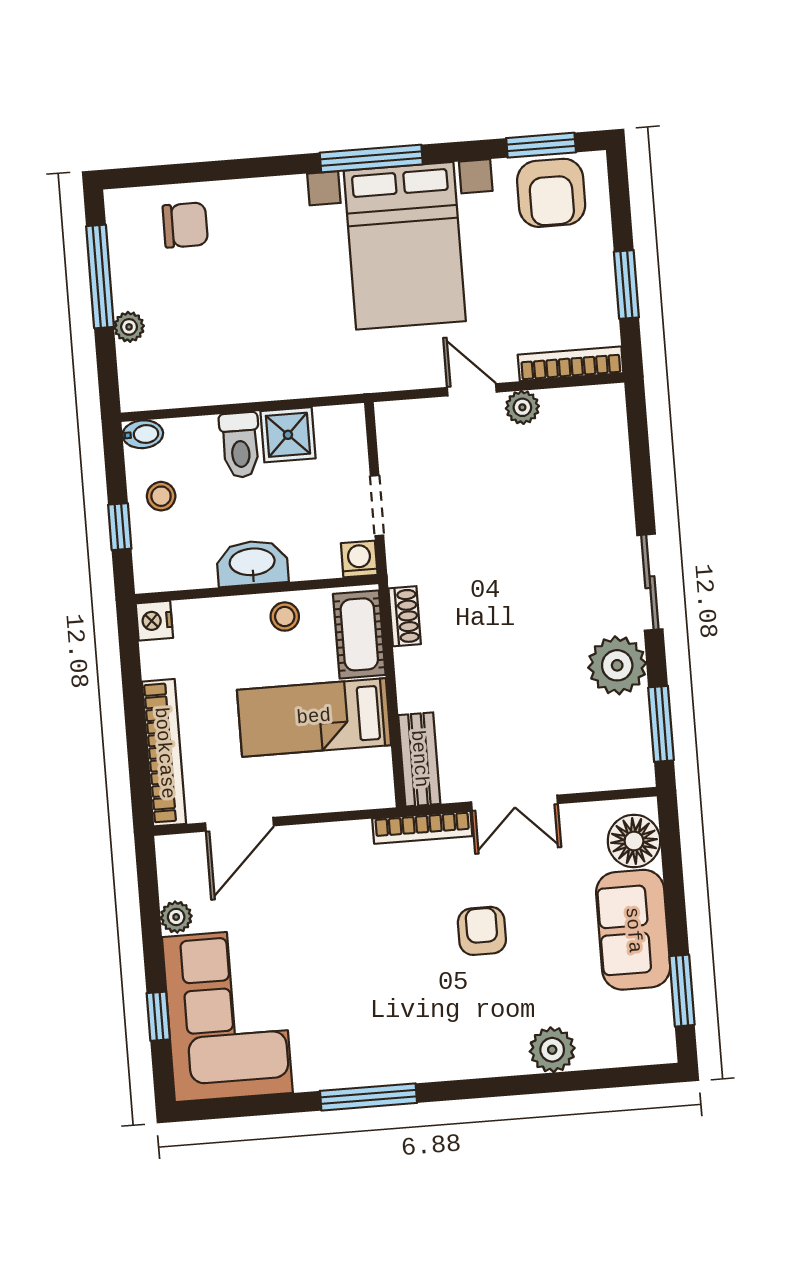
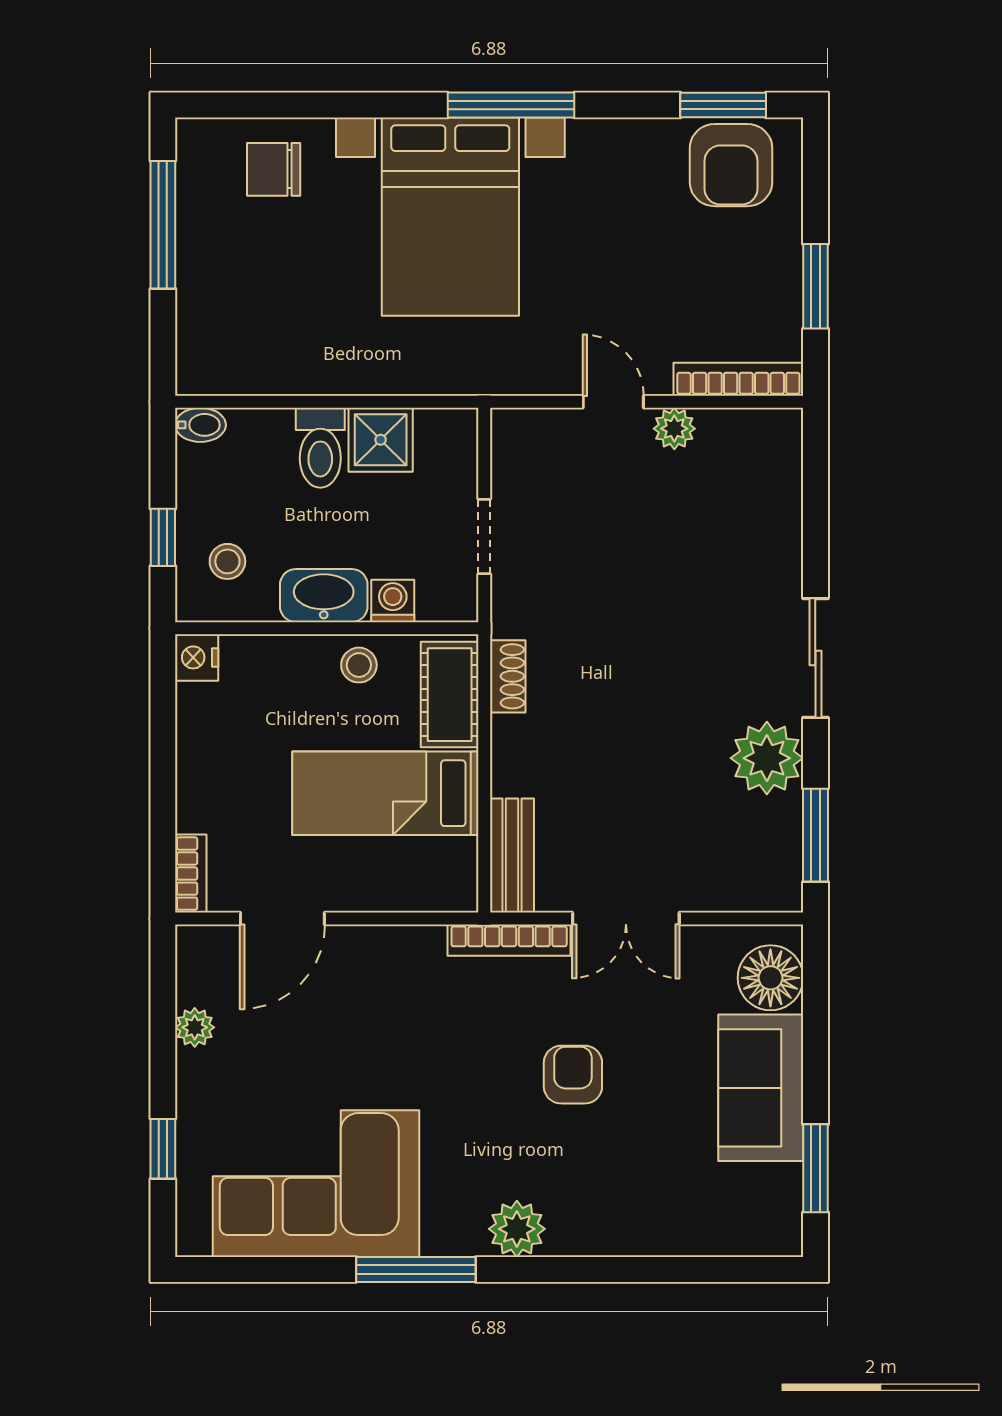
chair: (185, 225) -> (274, 169), turned 180
bed with nightstands: (405, 246) -> (450, 217), moved
plant: (129, 327) -> (194, 290), removed
stool: (161, 496) -> (227, 561), moved
washing machine: (359, 559) -> (393, 601), moved
bookcase: (164, 753) -> (191, 874), width x0.43, depth x0.76
corner sofa: (227, 1015) -> (316, 1184), moved, turned -90
plant: (552, 1050) -> (517, 1229), moved

